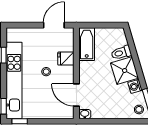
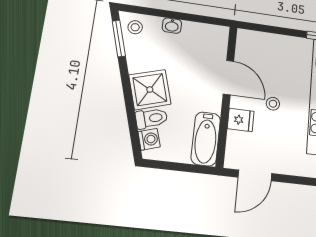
washing machine: (135, 86) -> (149, 139), moved
door: (76, 95) -> (228, 77), moved
washbasin: (85, 114) -> (172, 26), moved

